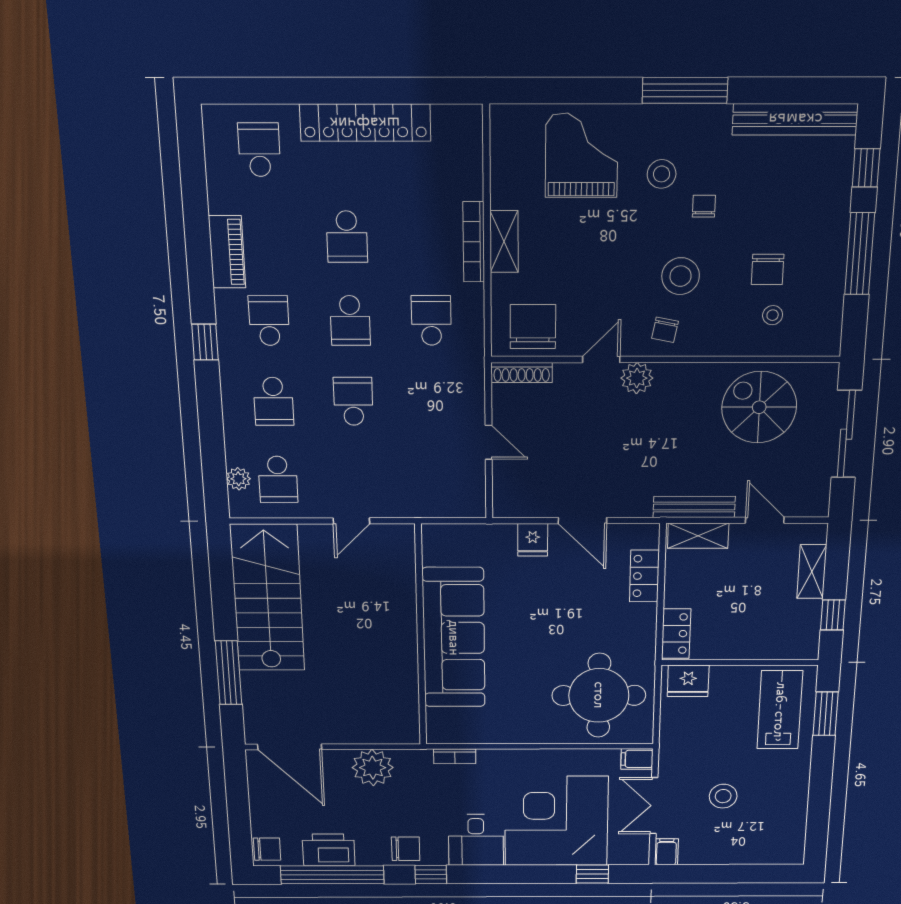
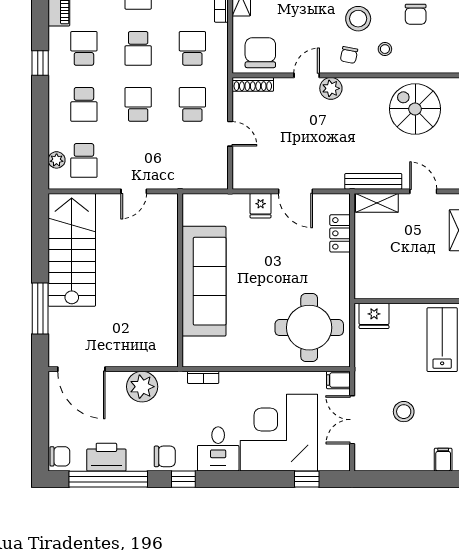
stool: (773, 315) -> (385, 49), moved
school desk: (433, 401) -> (192, 104), added
locker: (676, 634) -> (364, 278), removed
filing cabinet: (666, 852) -> (443, 460), moved

